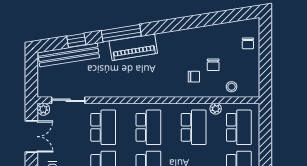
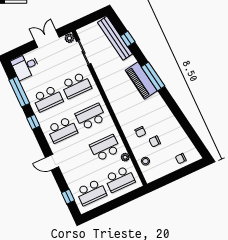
window: (121, 33) -> (153, 76), moved
school desk: (148, 127) -> (91, 117), turned 180
school desk: (194, 127) -> (105, 148), turned 180
double door: (31, 137) -> (47, 39), swing flipped

